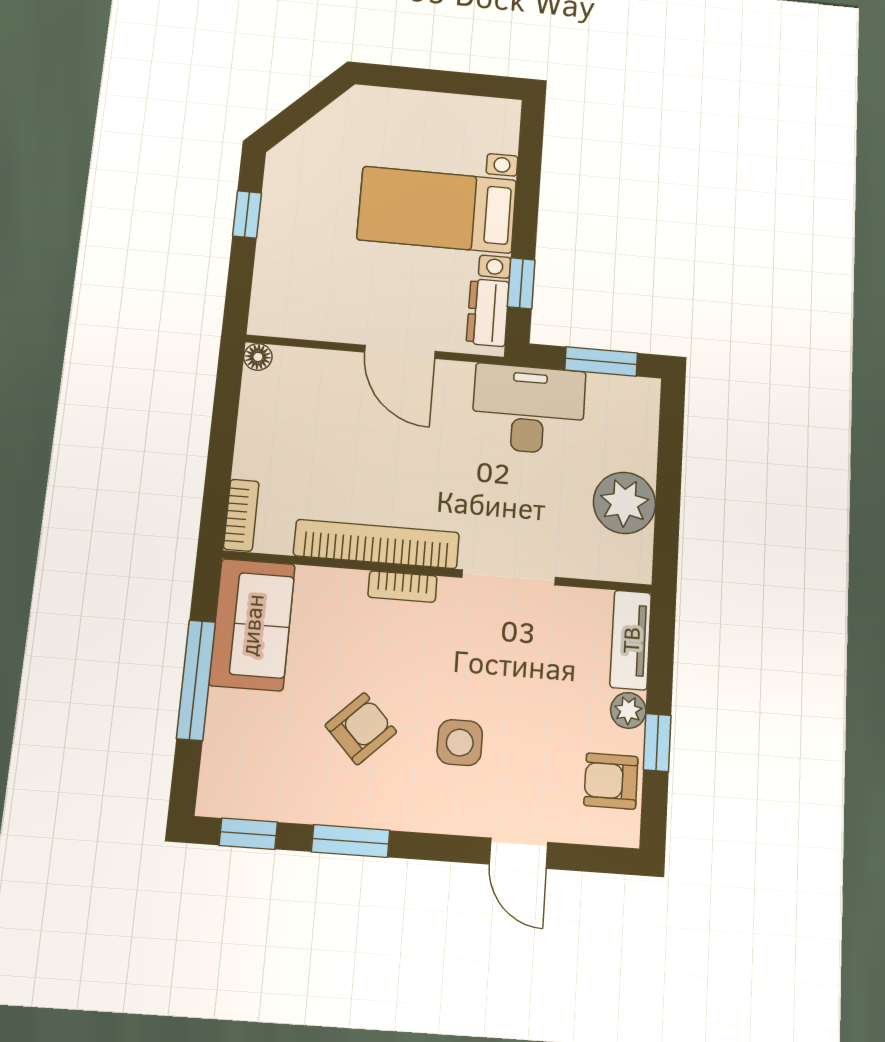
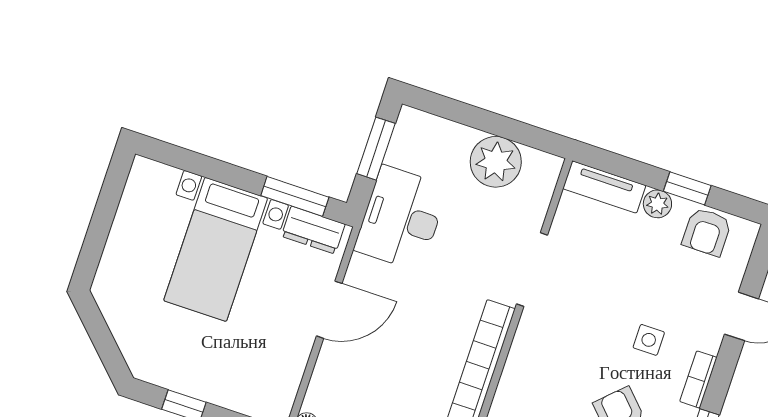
window: (521, 283) -> (295, 196), width x1.50
bookcase: (402, 587) -> (698, 379), moved, turned 180
side table: (460, 743) -> (649, 340), width x0.73, depth x0.73

